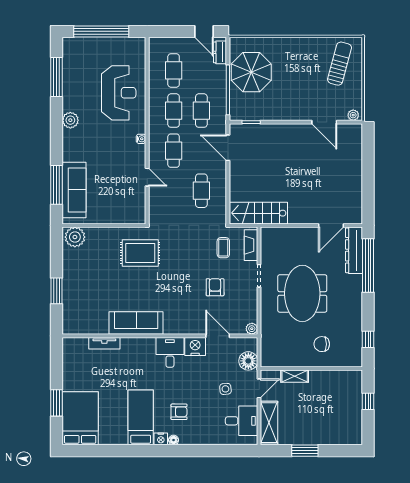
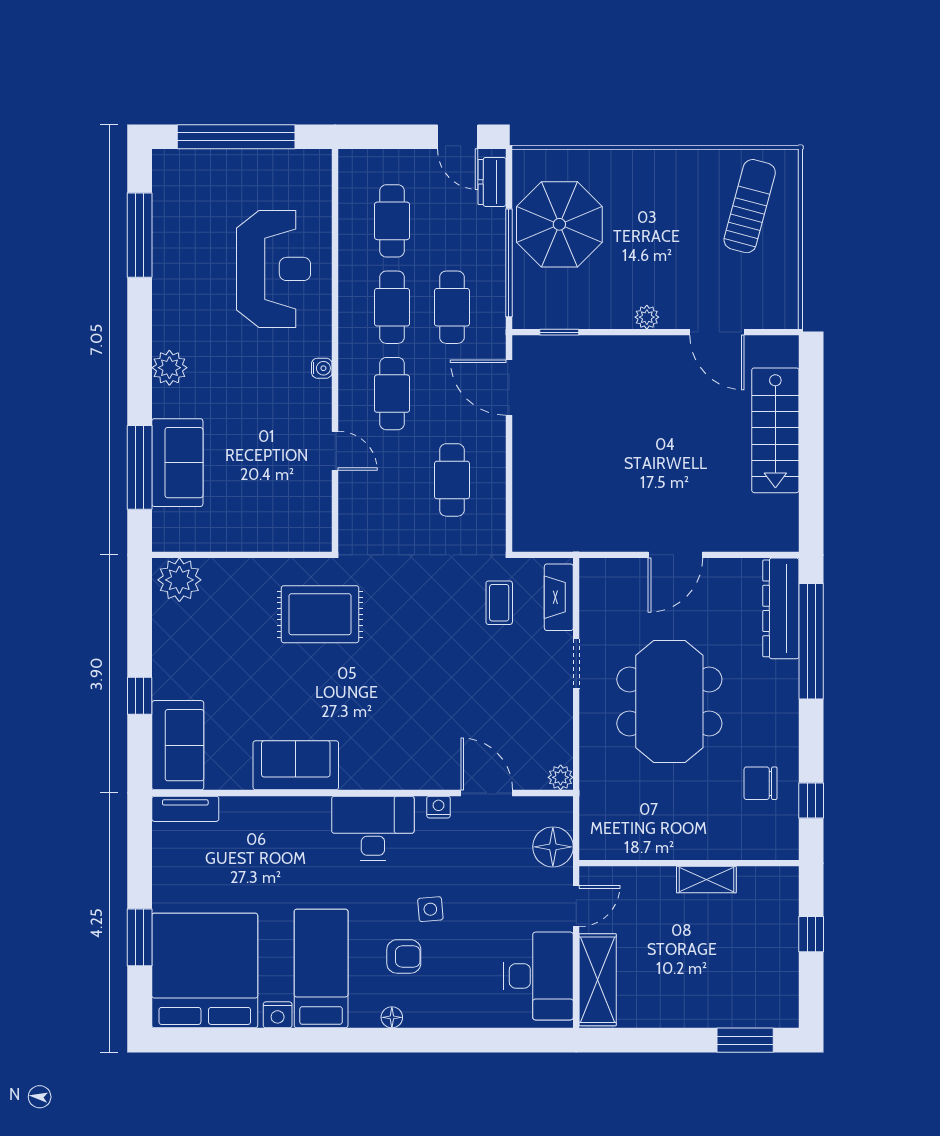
plant: (353, 115) -> (647, 317), moved
plant: (70, 120) -> (169, 368), moved
sofa: (74, 190) -> (177, 463), width x0.73
stairs: (258, 213) -> (775, 430), moved, turned -90
door: (331, 225) -> (675, 555), moved
armchair: (215, 287) -> (481, 688), removed
window: (57, 291) -> (140, 696), width x0.67
sofa: (74, 314) -> (178, 745), added
sofa: (136, 323) -> (296, 765), width x0.73
tv unit: (104, 343) -> (185, 809), moved
chair: (322, 344) -> (761, 783), moved
nightstand: (195, 347) -> (439, 807), width x0.53, depth x0.56
desk: (170, 352) -> (373, 828), width x1.37
shelving: (295, 376) -> (706, 880), moved
side table: (225, 389) -> (430, 909), moved
bed: (80, 418) -> (205, 971), width x1.36
desk: (242, 421) -> (538, 976), width x1.37
nightstand: (161, 439) -> (278, 1015), moved
window: (305, 451) -> (745, 1040), moved

